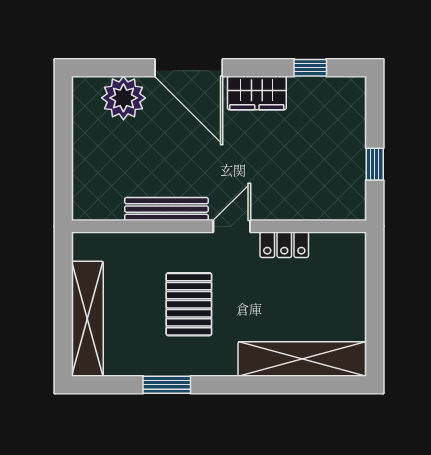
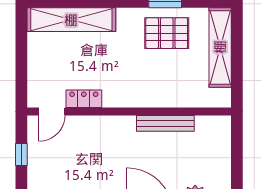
door: (232, 226) -> (52, 111), moved
pallet: (189, 304) -> (167, 33), moved, turned 90

